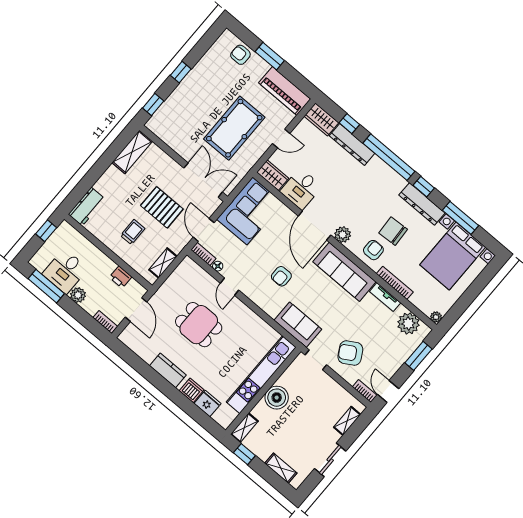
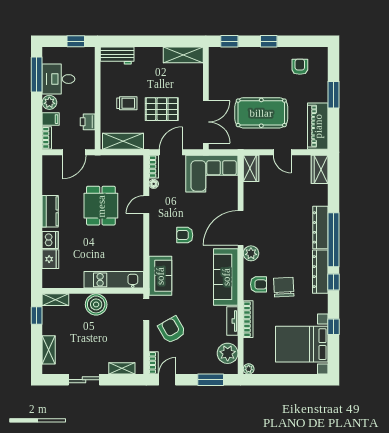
armchair: (240, 55) -> (300, 67), moved
window: (349, 124) -> (334, 192), removed
dresser: (352, 145) -> (320, 227), moved
desk: (301, 189) -> (258, 197), removed
dresser: (422, 204) -> (320, 272), moved
pallet: (162, 207) -> (162, 109), turned 90
window: (460, 218) -> (334, 327), width x0.46
shelving: (163, 263) -> (123, 141), width x1.50, depth x1.33
filing cabinet: (93, 306) -> (51, 119), added
kitchen unit: (261, 375) -> (114, 280), width x0.73

